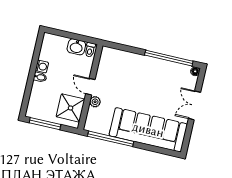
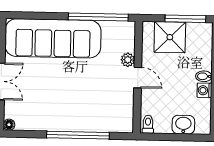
washbasin: (76, 47) -> (183, 125), moved
window: (169, 58) -> (78, 135), moved
shower: (71, 108) -> (170, 37), moved

